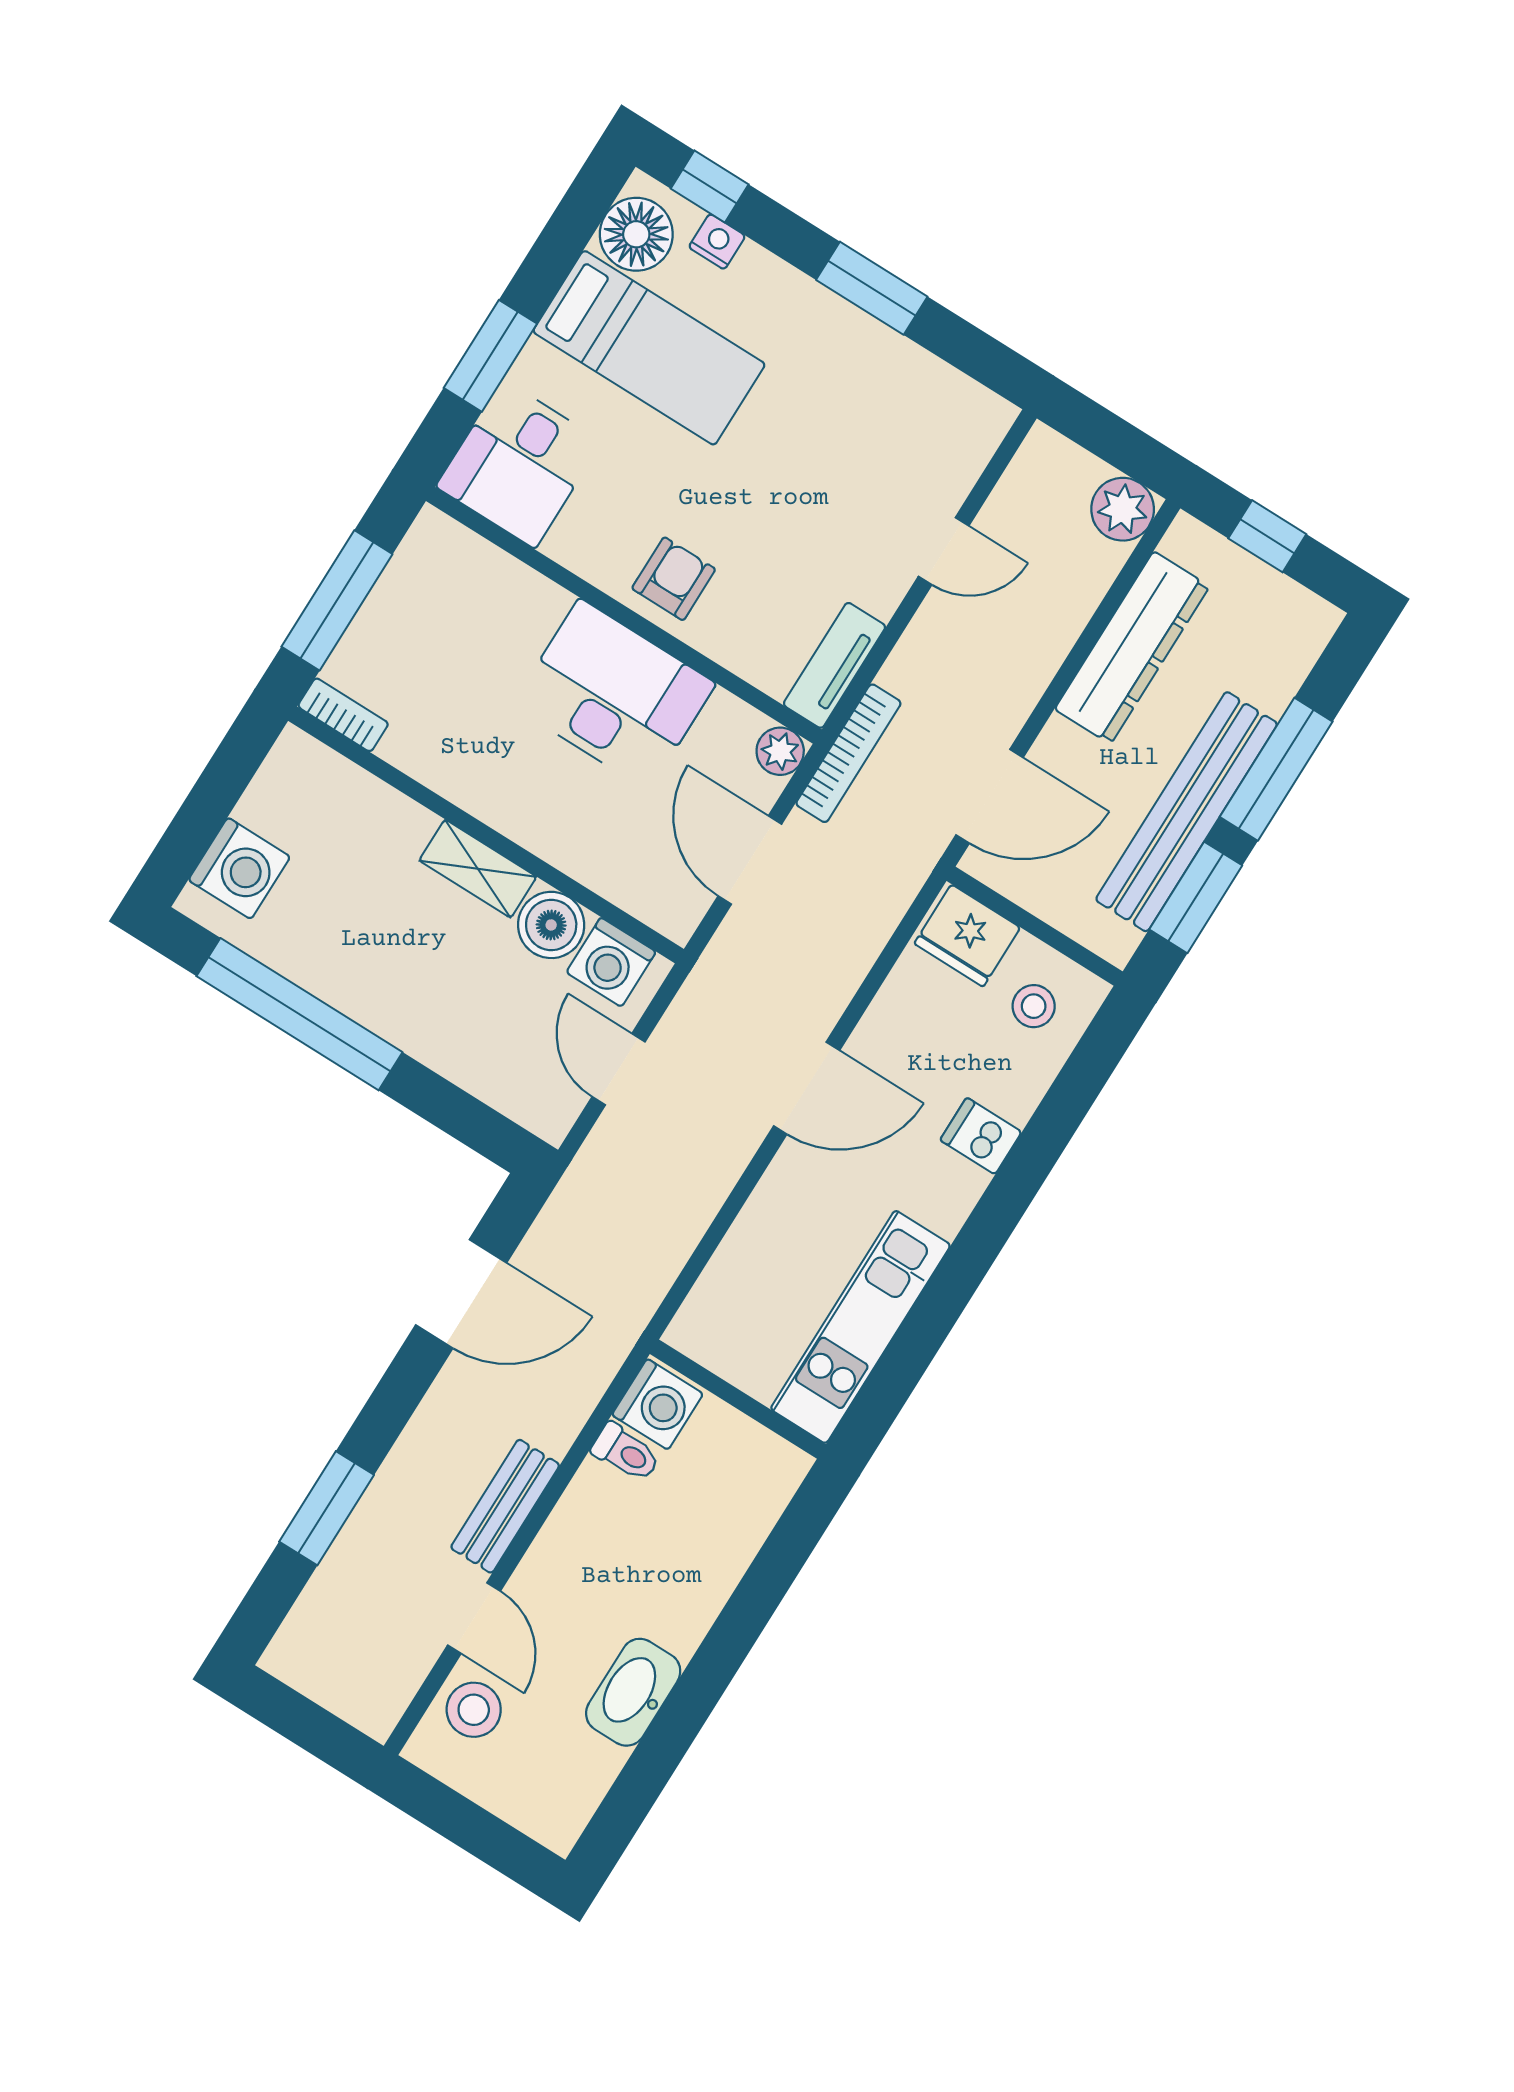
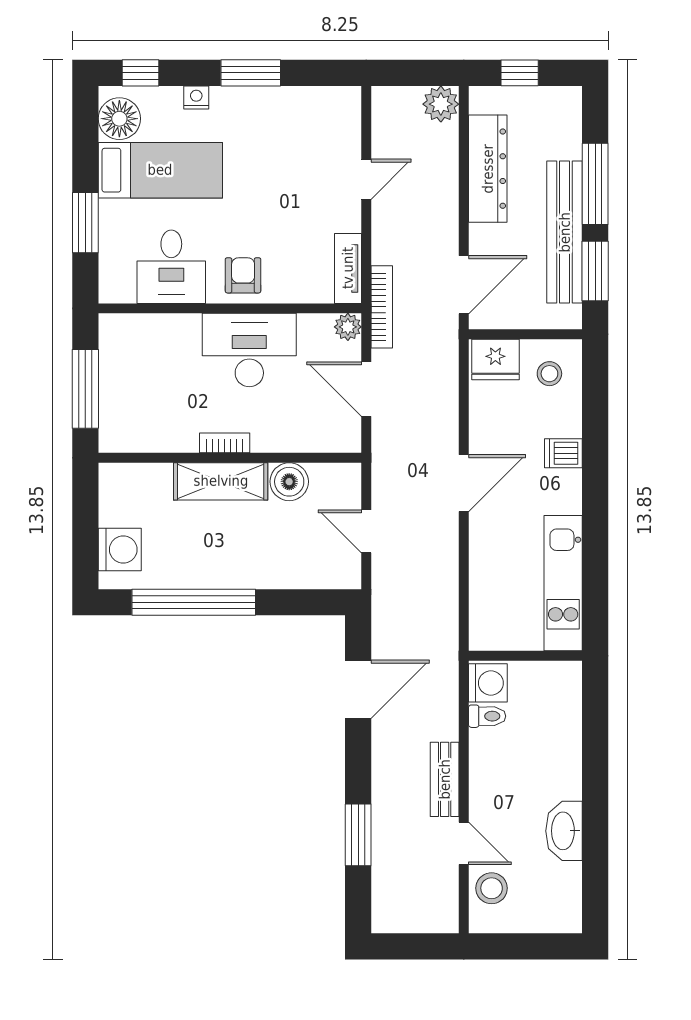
nightstand: (717, 242) -> (196, 98), moved
desk: (519, 464) -> (171, 267), moved
bookcase: (343, 715) -> (225, 443), moved
shelving: (478, 869) -> (221, 481), width x1.50, depth x1.33
washing machine: (611, 962) -> (330, 482), removed

